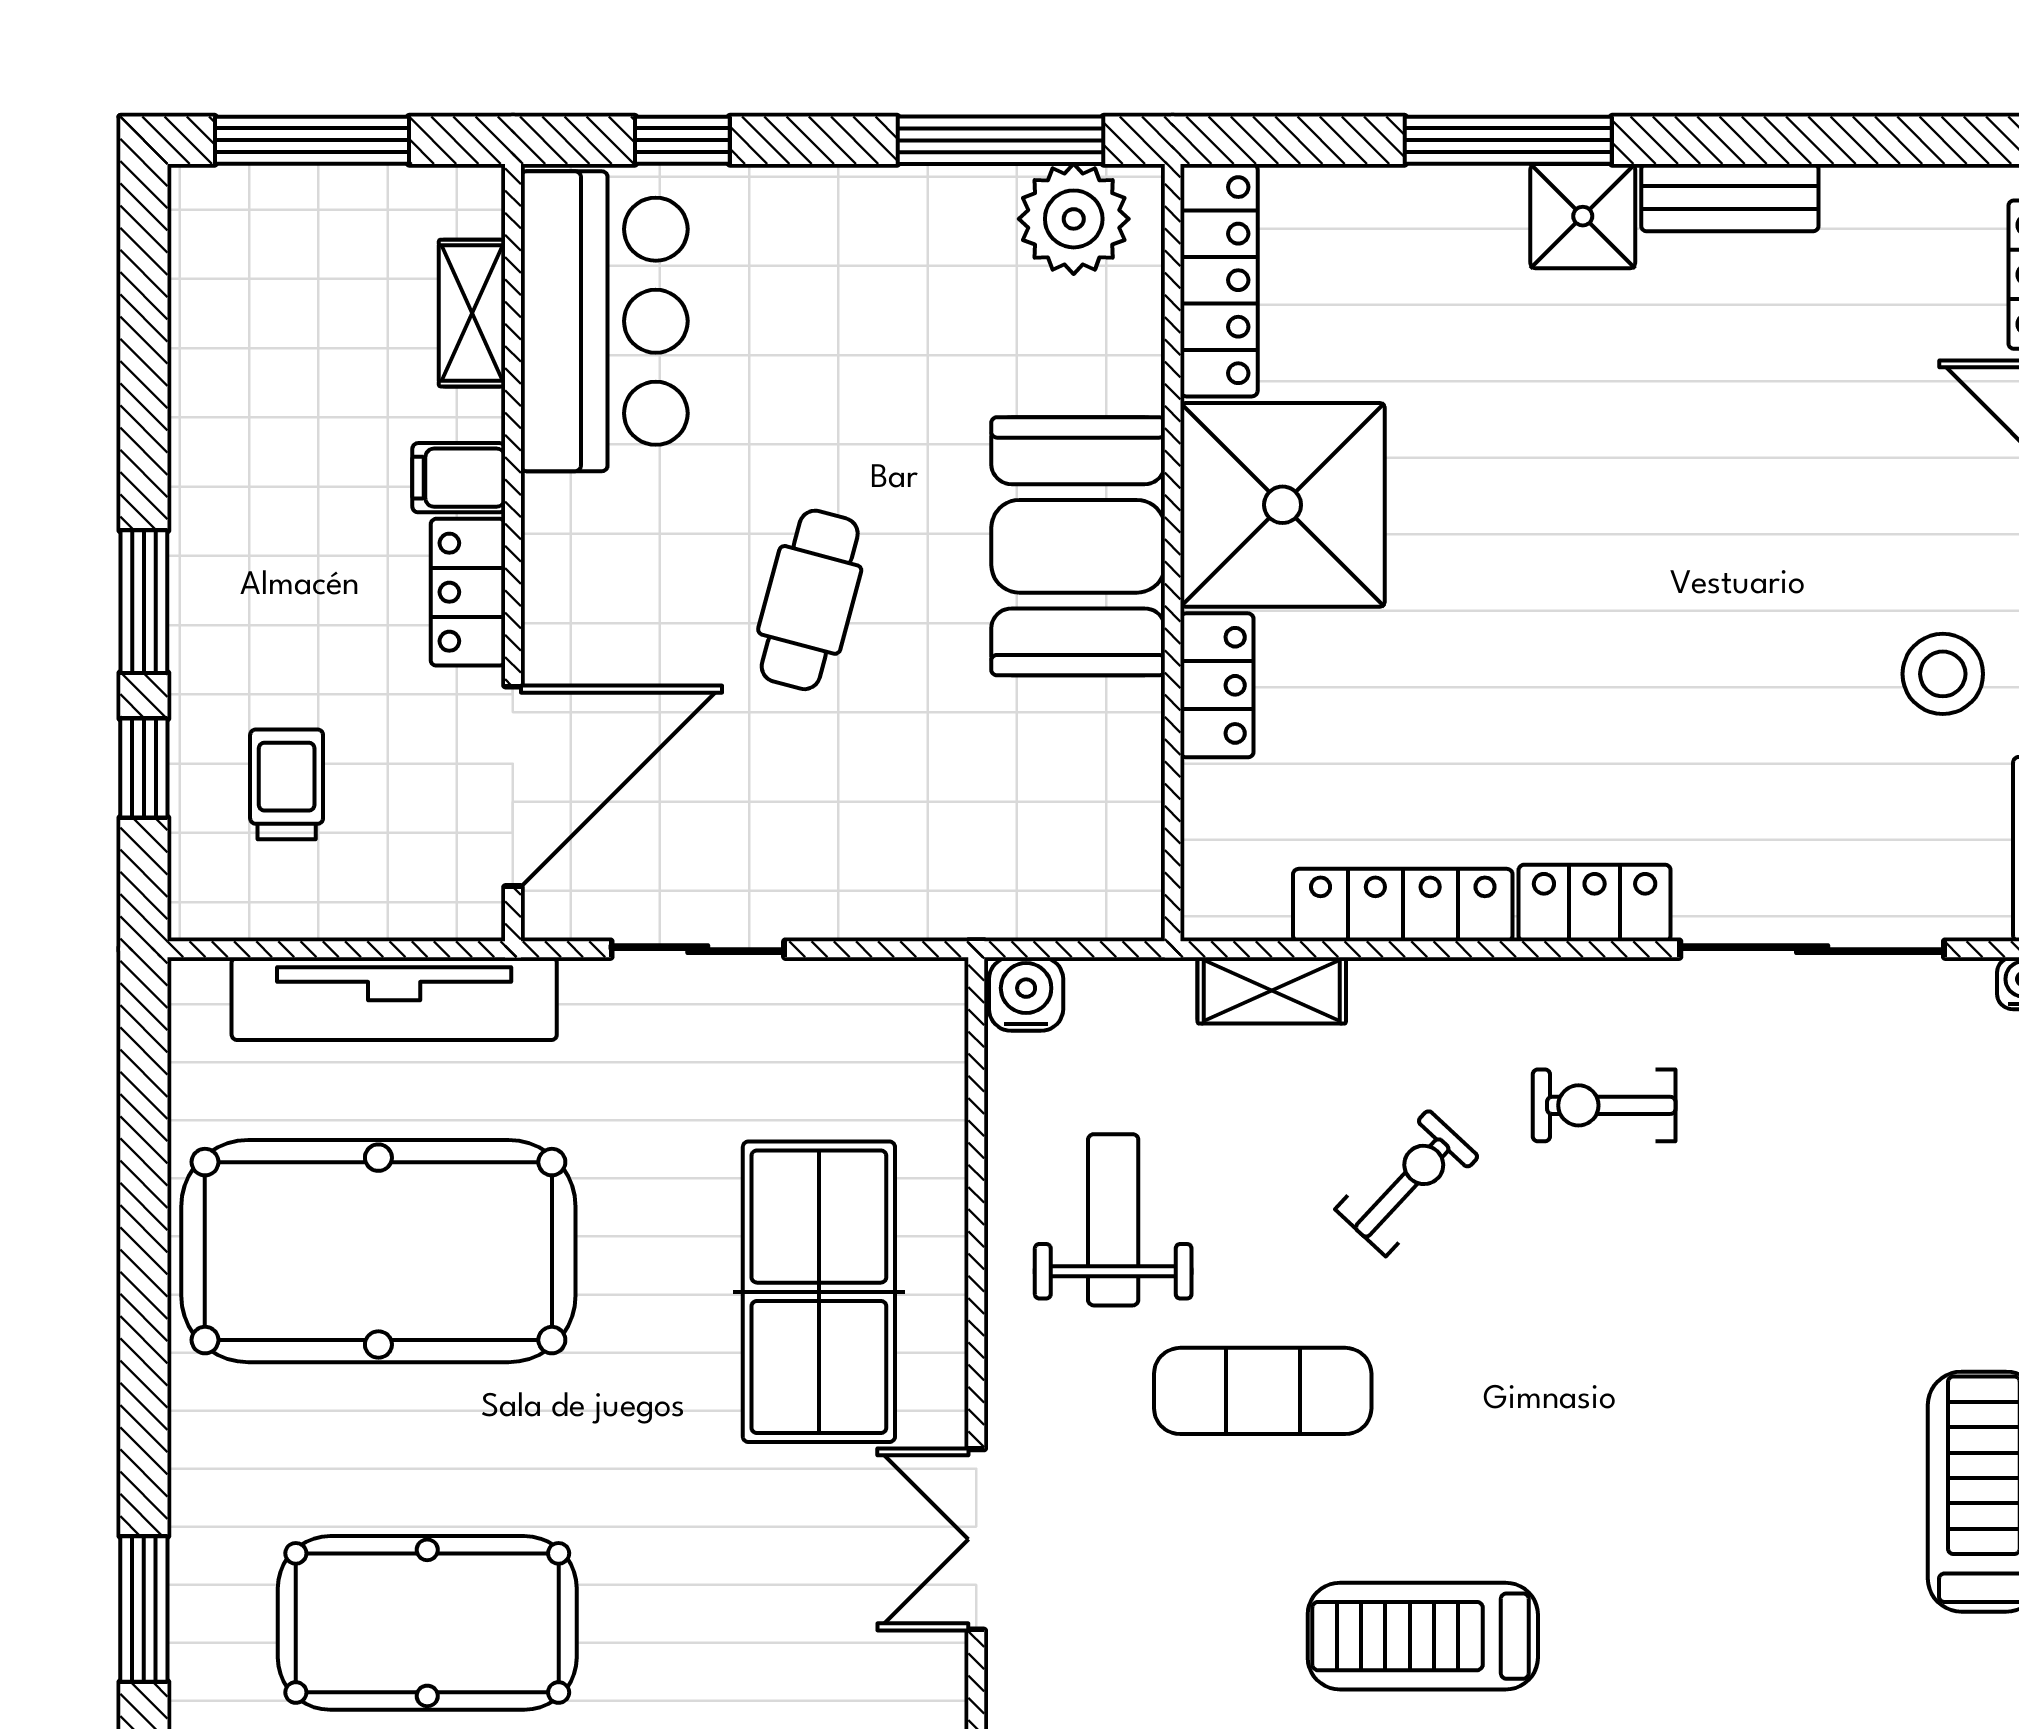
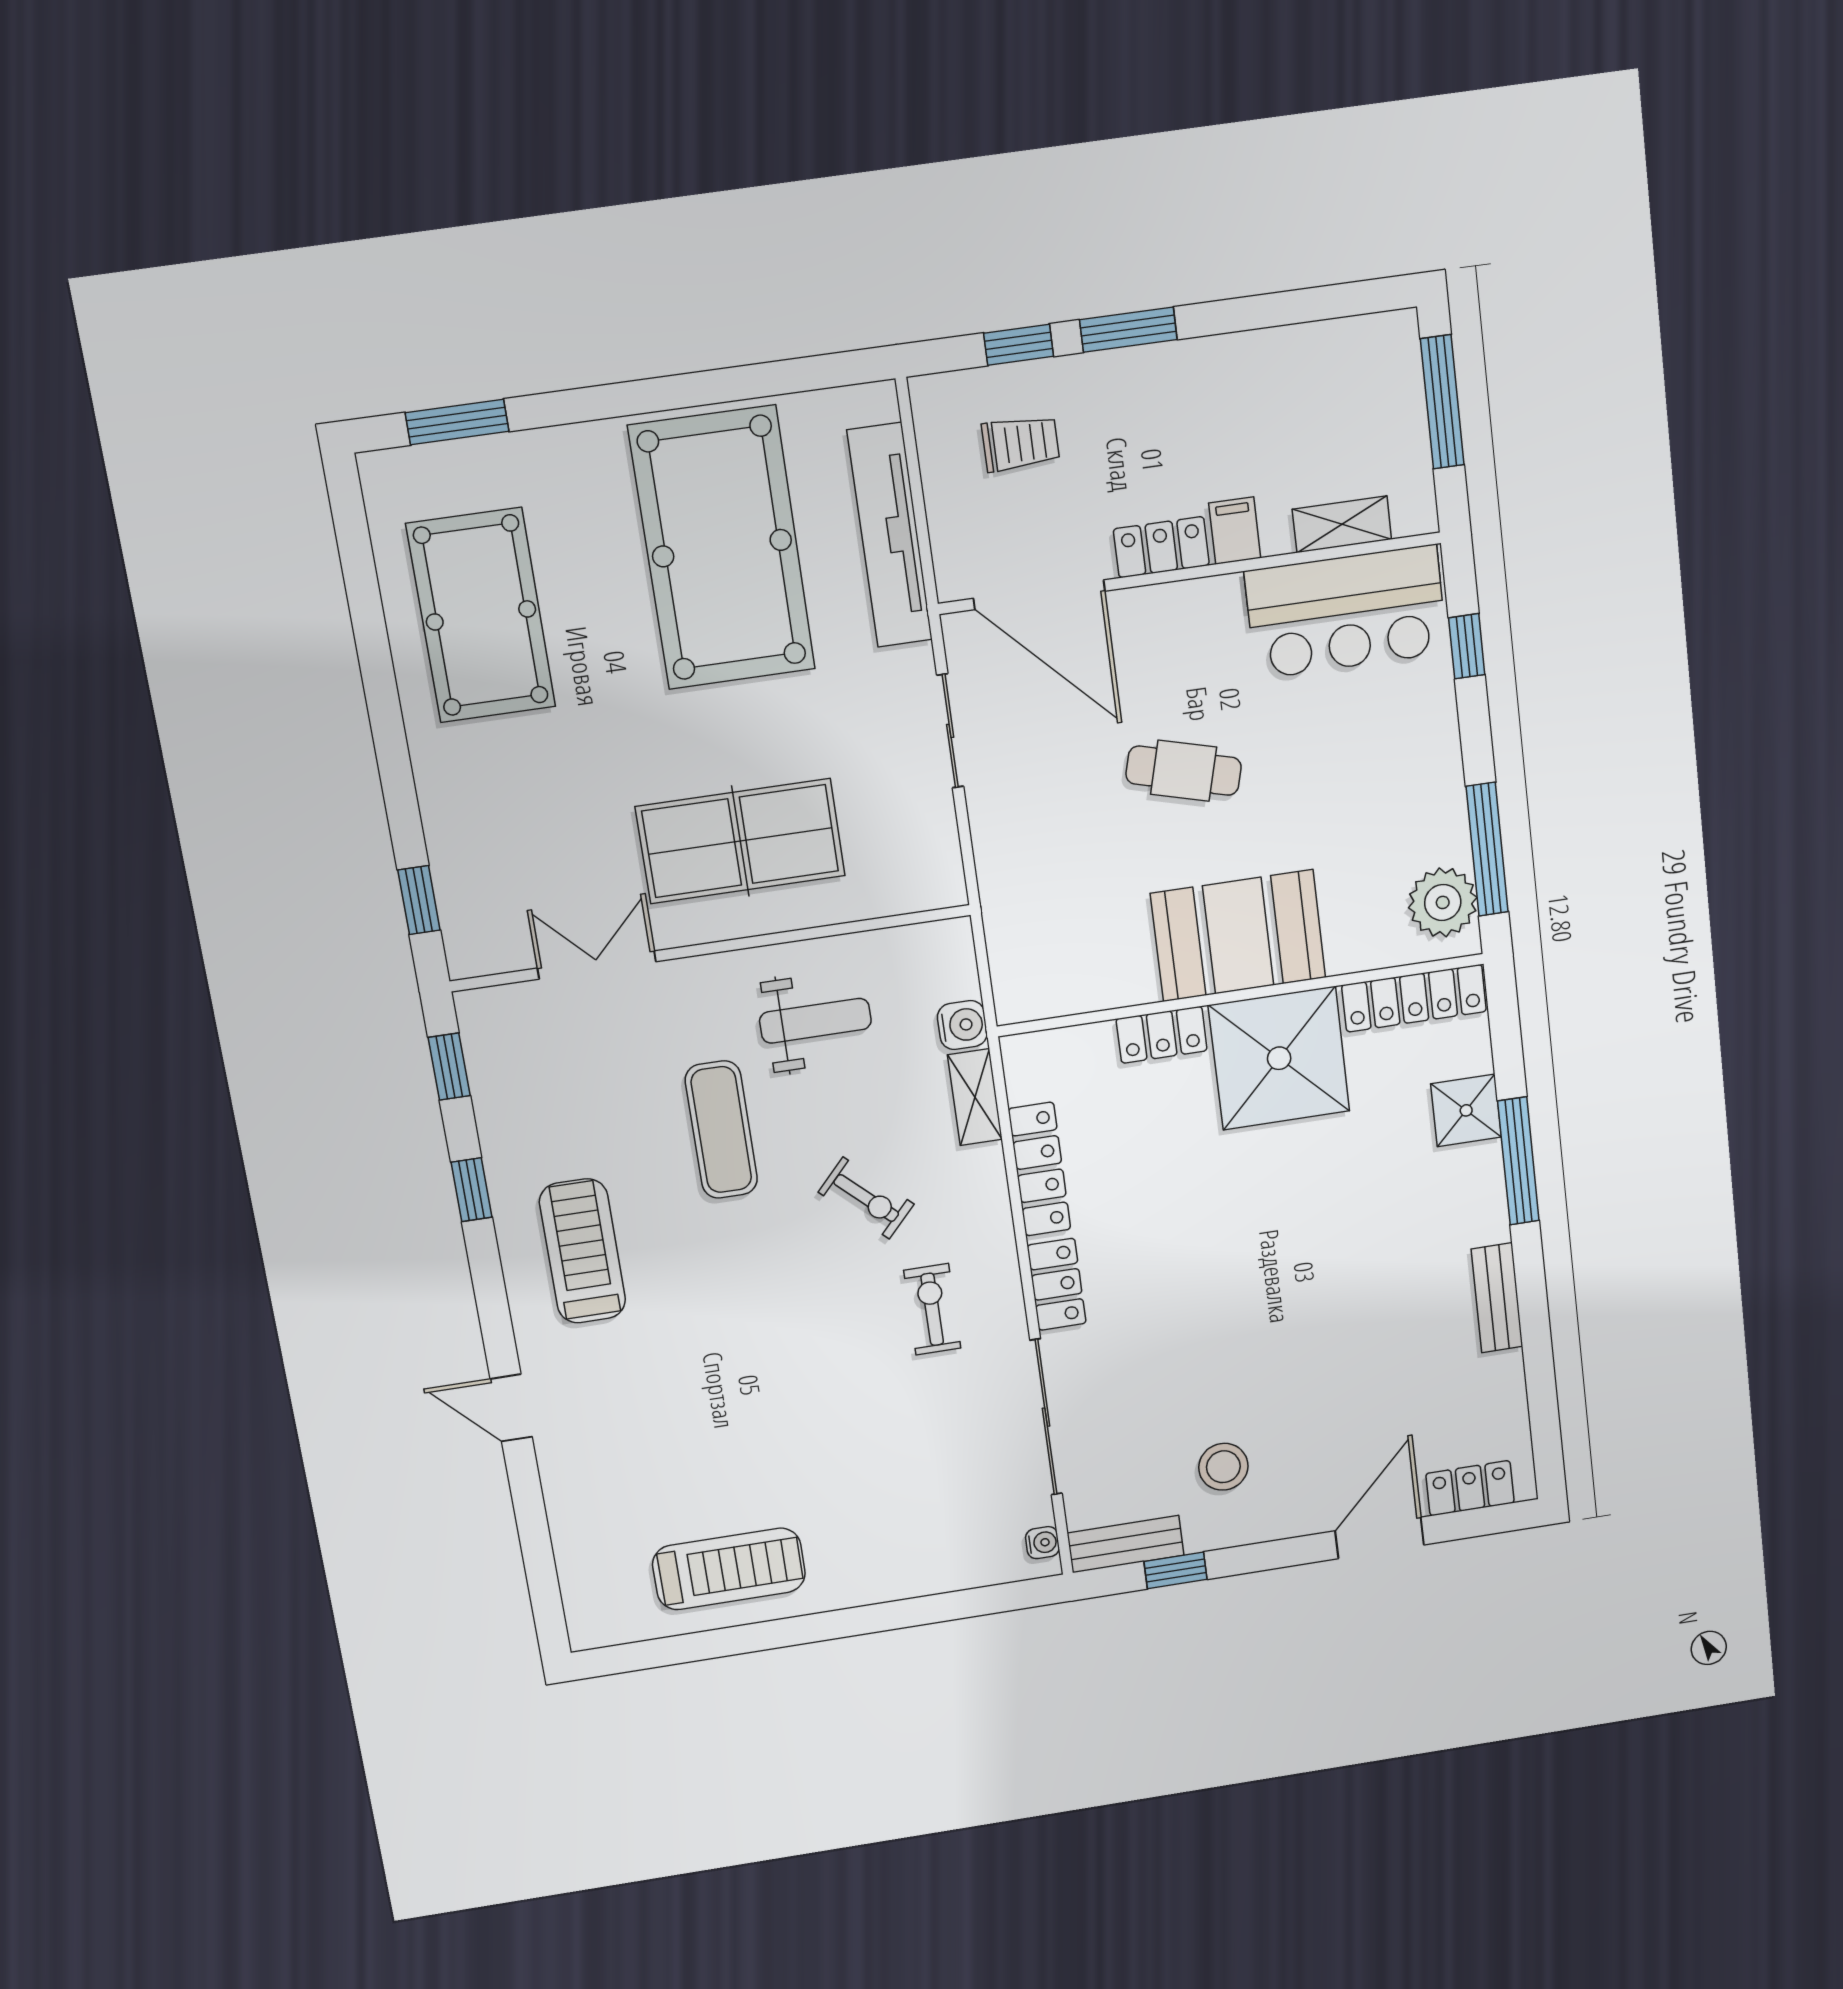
shower: (1583, 216) -> (1466, 1110), moved
water cooler: (1026, 994) -> (962, 1025), moved

